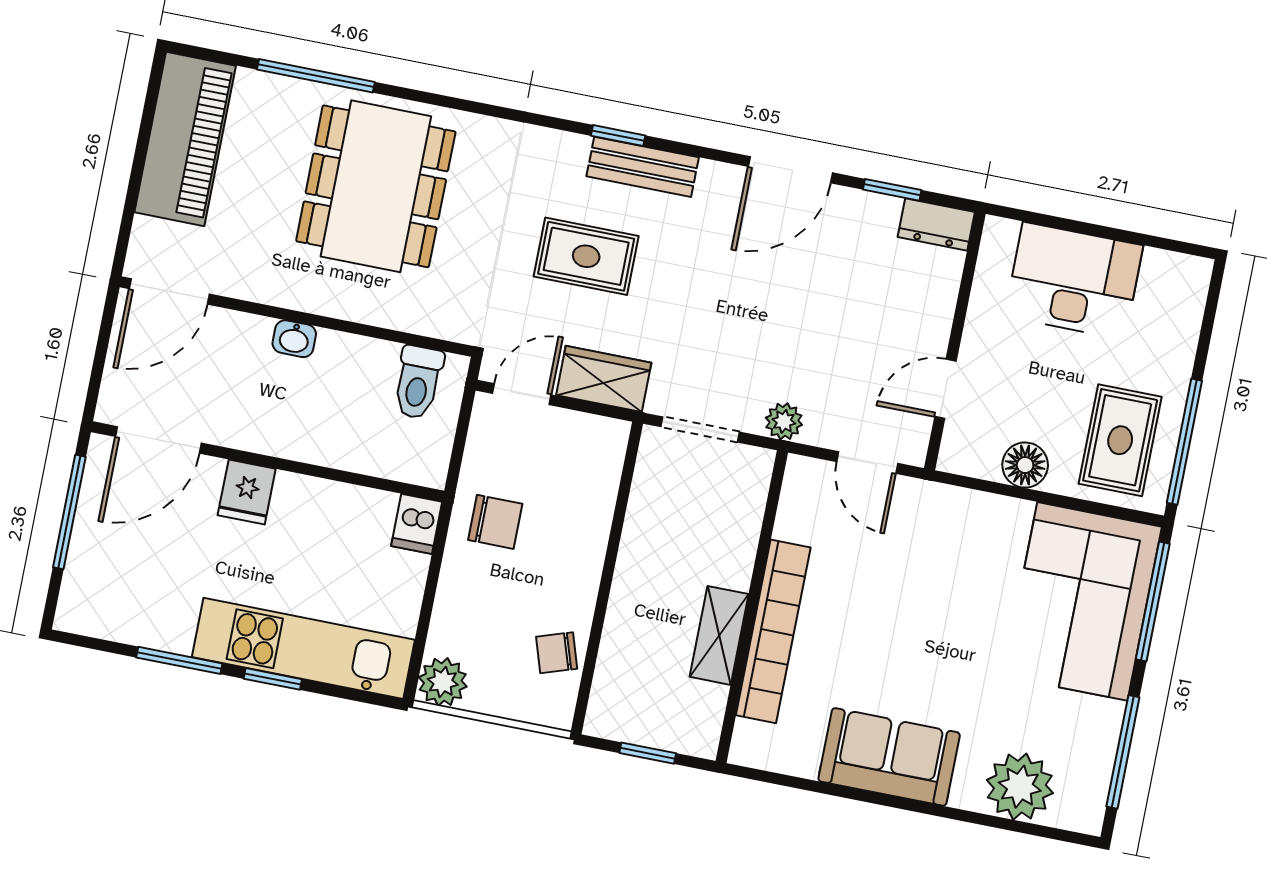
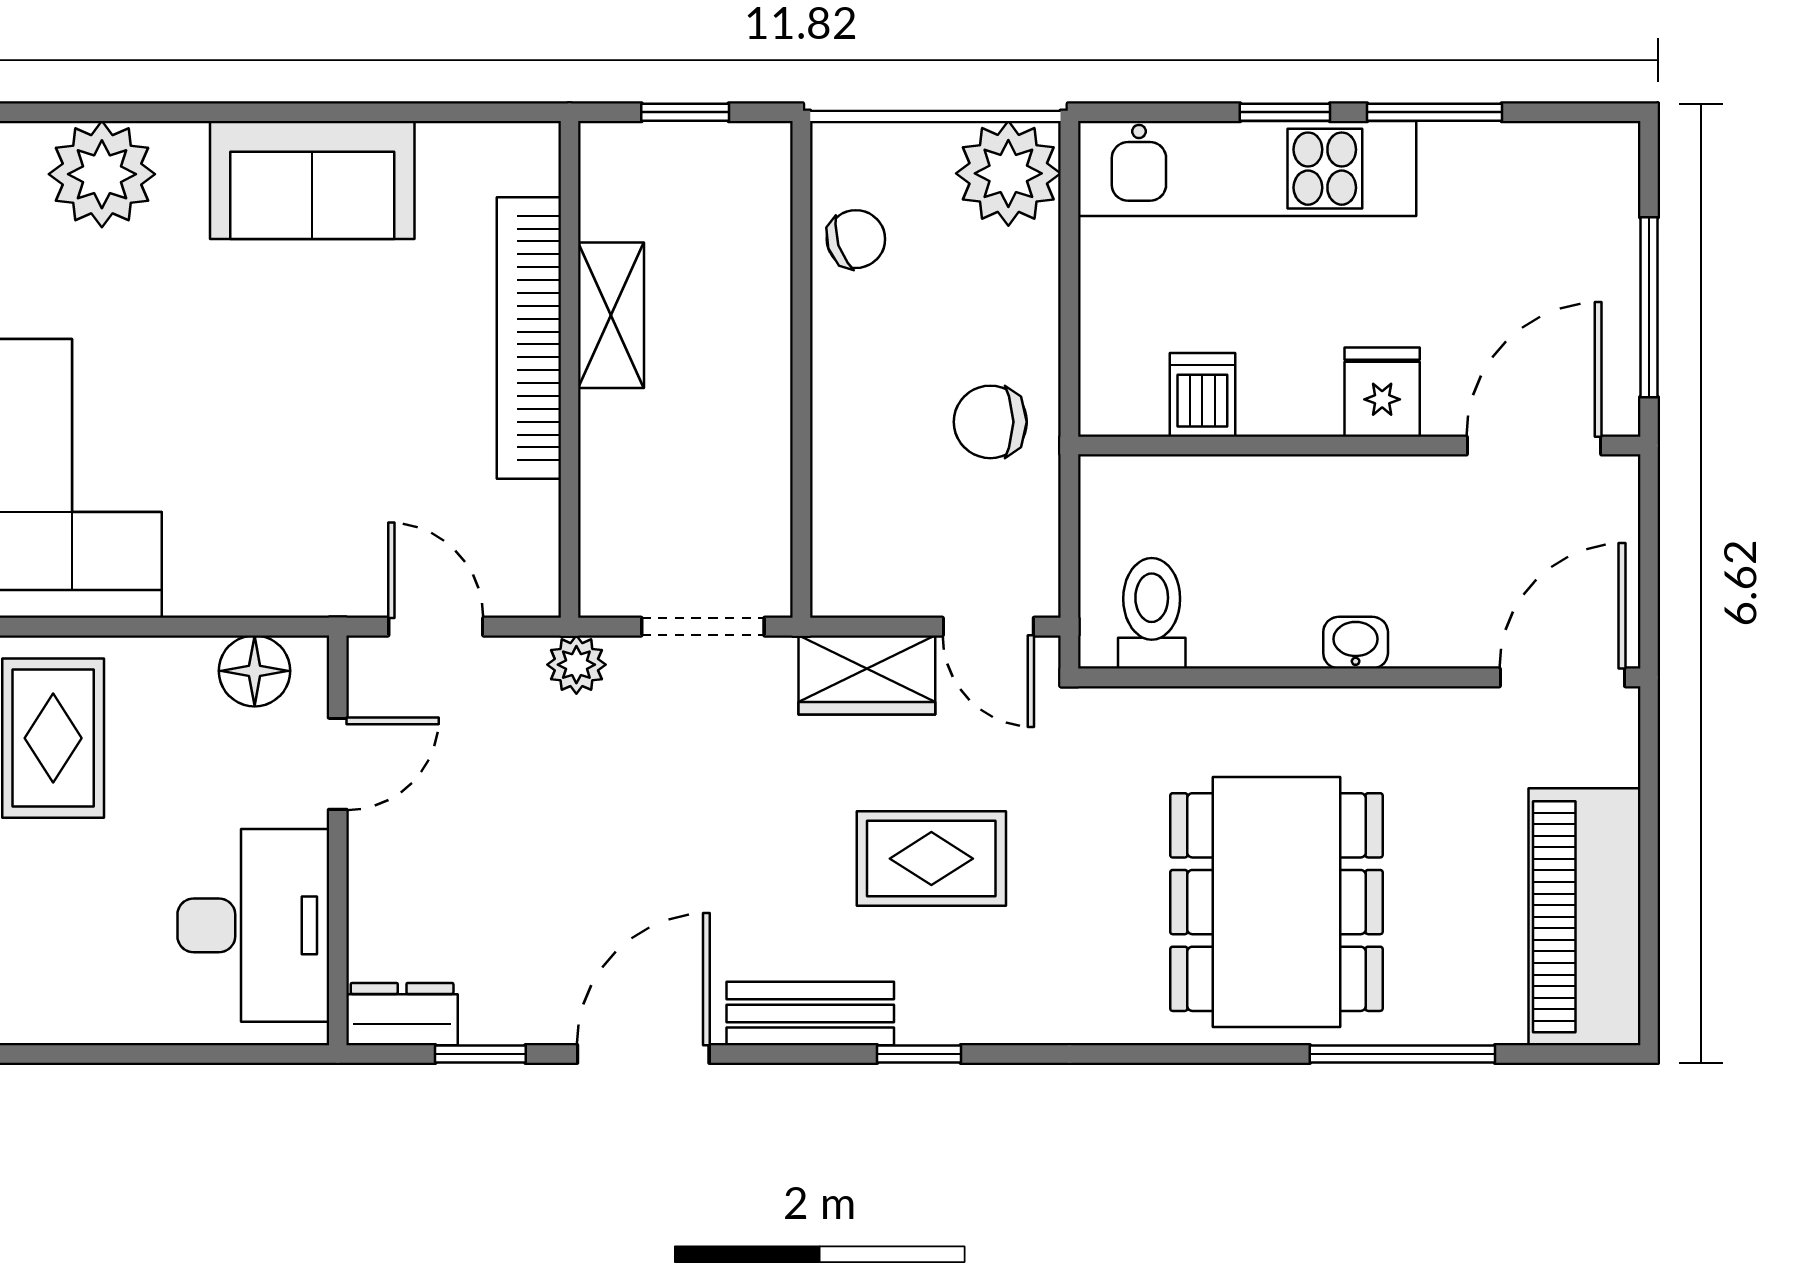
bench: (643, 167) -> (810, 1013), moved
desk: (1074, 281) -> (253, 925), moved, turned -90
door: (522, 394) -> (988, 627), hinge flipped
floor lamp: (1025, 465) -> (255, 671), moved
dishwasher: (417, 524) -> (1202, 395), moved
plant: (443, 682) -> (1008, 173), width x1.36, depth x1.36

